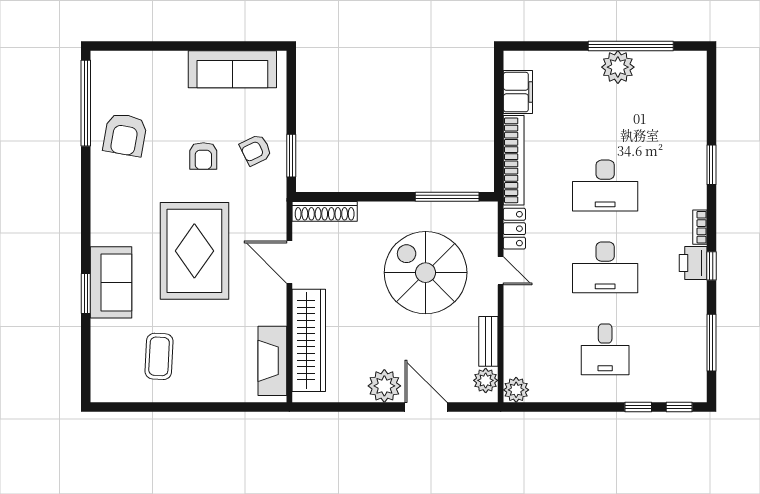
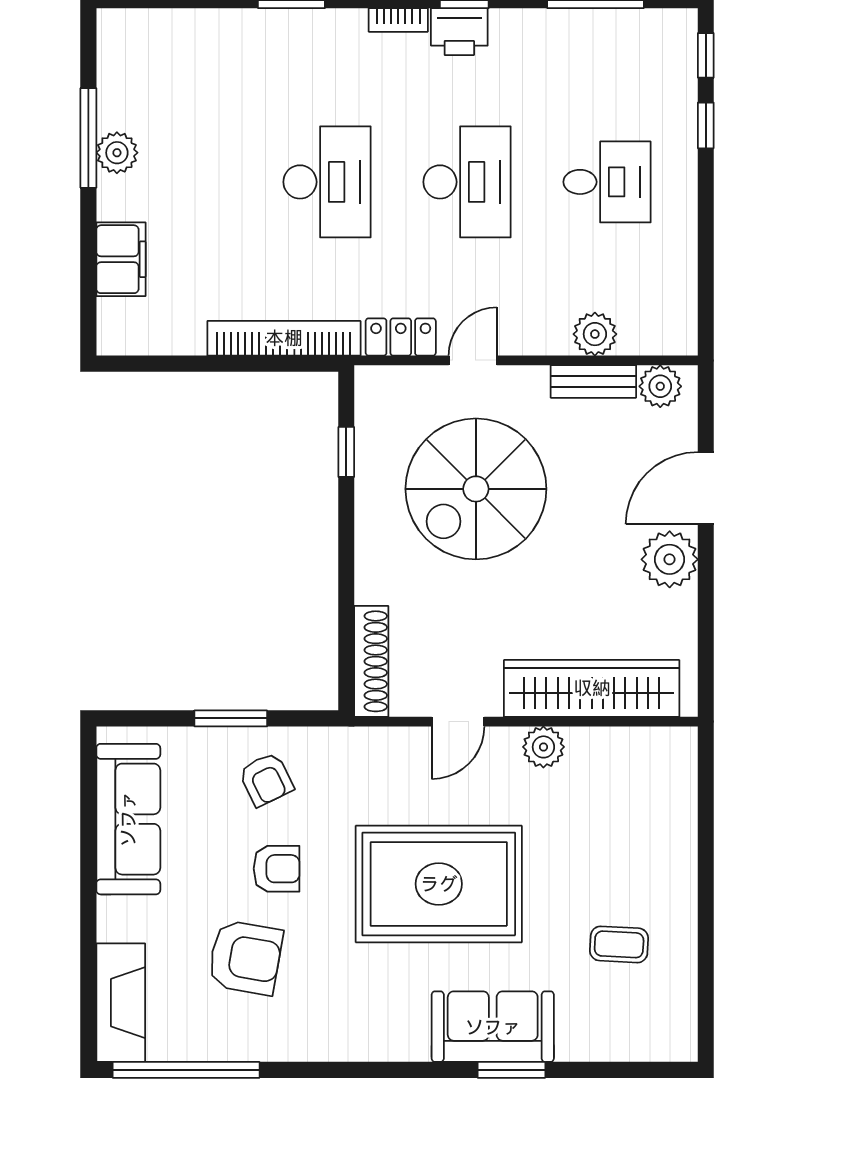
window: (631, 46) -> (88, 138), width x0.68
plant: (618, 67) -> (117, 153), width x0.73, depth x0.73
filing cabinet: (518, 92) -> (121, 259), moved, turned 90
armchair: (125, 135) -> (245, 958), moved
window: (291, 156) -> (231, 718), moved
window: (447, 197) -> (346, 452), width x0.46
door: (289, 262) -> (458, 722), width x0.73
plant: (275, 312) -> (543, 747), added
coffee table: (159, 356) -> (619, 944), width x0.73, depth x0.77
fireplace: (272, 361) -> (121, 1003), moved, turned -90
plant: (516, 390) -> (595, 334), moved

